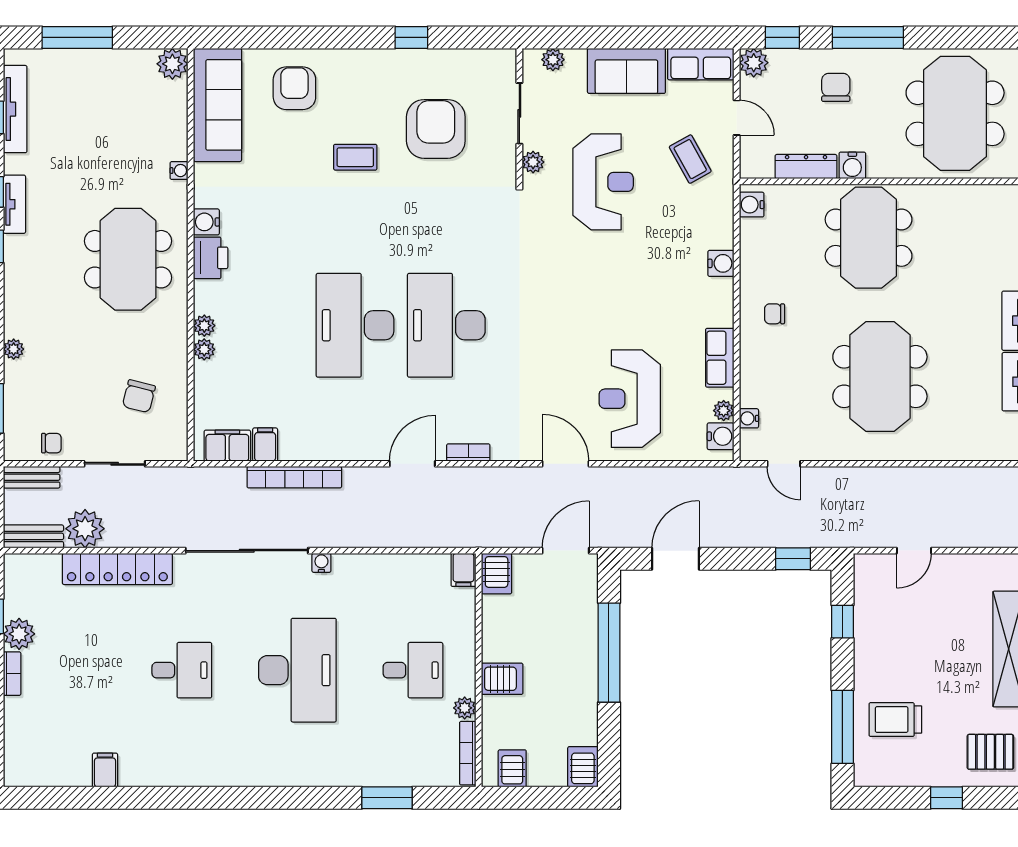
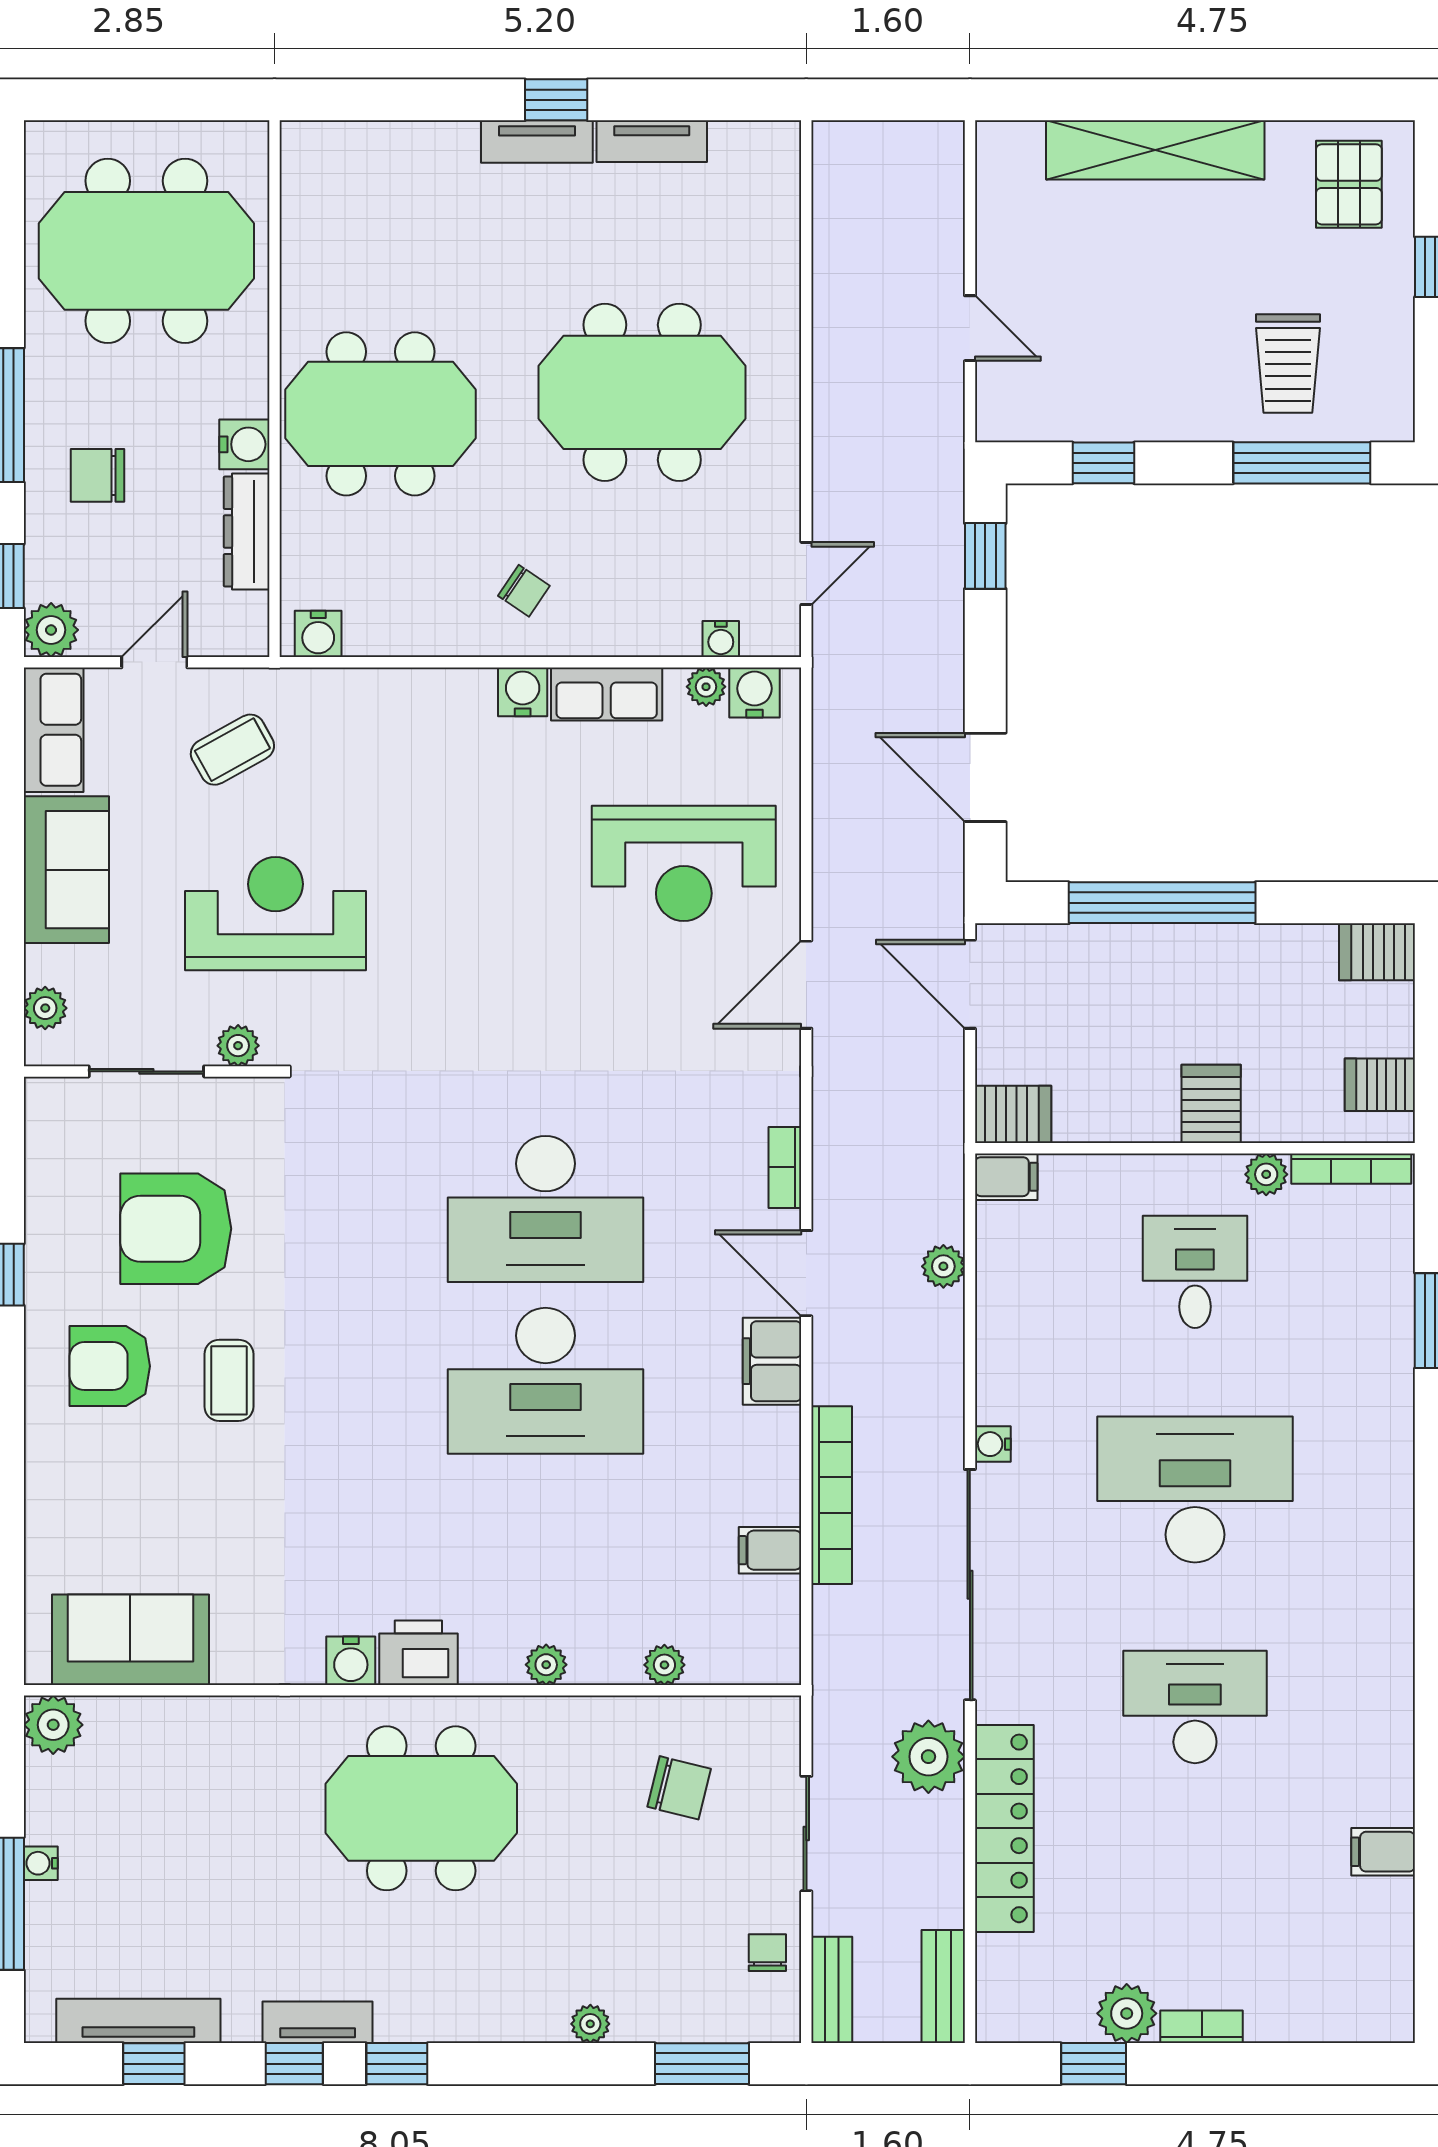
armchair: (294, 88) -> (110, 1366), moved
sofa: (217, 105) -> (130, 1640), width x0.73
water cooler: (179, 171) -> (41, 1863), moved, turned -90
water cooler: (721, 263) -> (523, 692), moved
chair: (775, 314) -> (524, 591), turned -56
plant: (204, 349) -> (664, 1665), moved
filing cabinet: (227, 446) -> (772, 1361), moved
plant: (85, 529) -> (928, 1757), moved
plant: (416, 537) -> (943, 1266), added
desk: (182, 670) -> (1195, 1707), width x1.37

